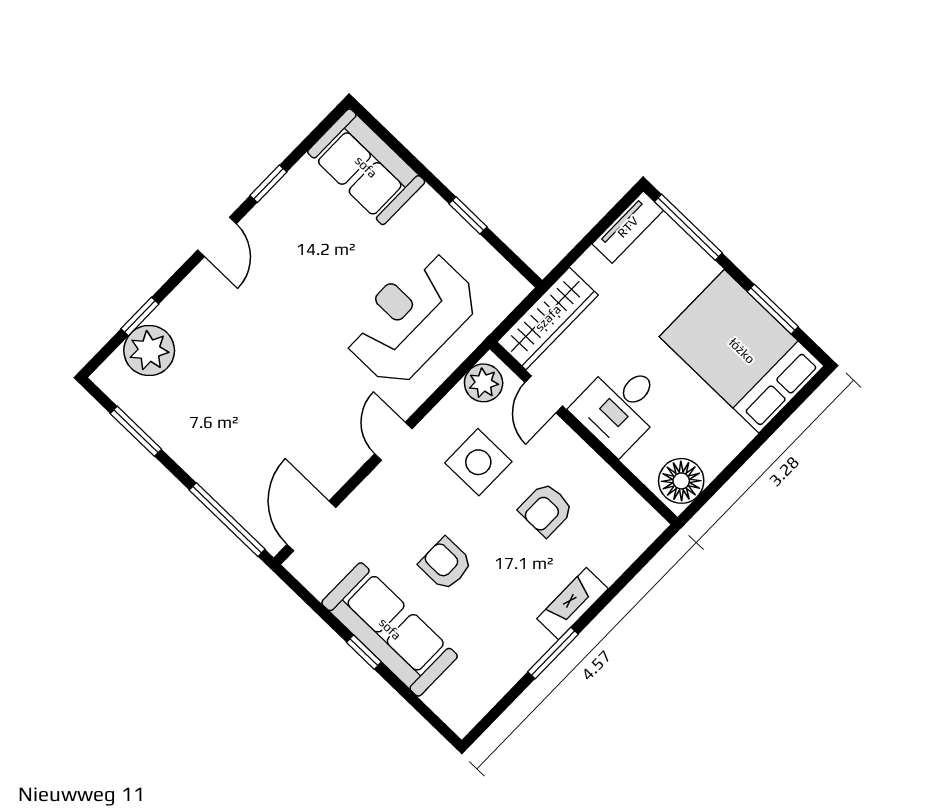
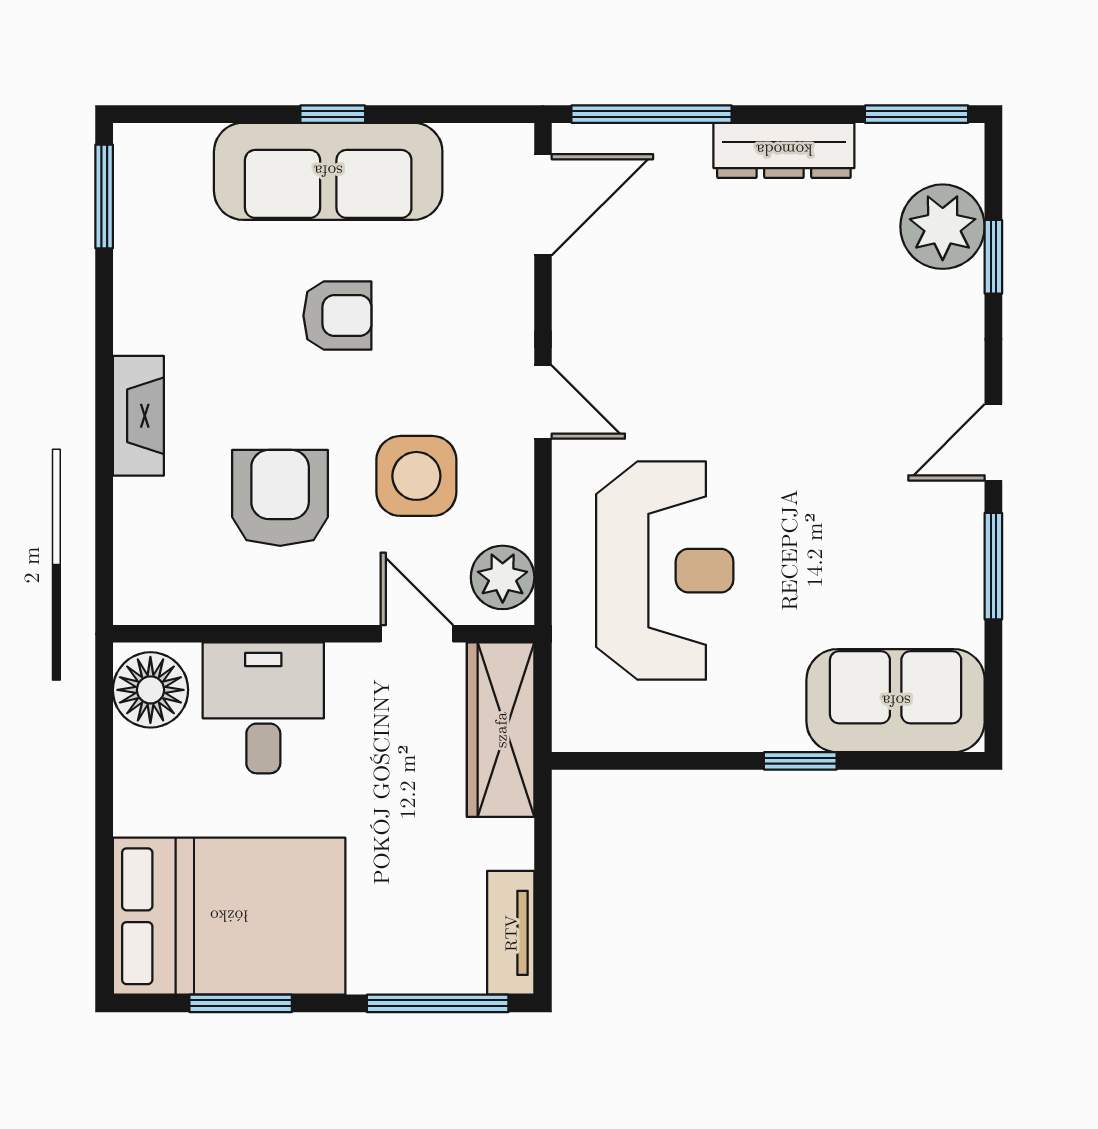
window: (268, 184) -> (993, 566), width x1.50
window: (468, 215) -> (800, 761), moved
door: (217, 237) -> (993, 442), hinge flipped
desk: (620, 406) -> (263, 708), moved
window: (136, 431) -> (917, 114), moved
dresser: (185, 449) -> (784, 150), added
armchair: (546, 509) -> (280, 498), width x1.38, depth x1.38
door: (311, 526) -> (543, 205), hinge flipped
window: (553, 653) -> (104, 196), moved

